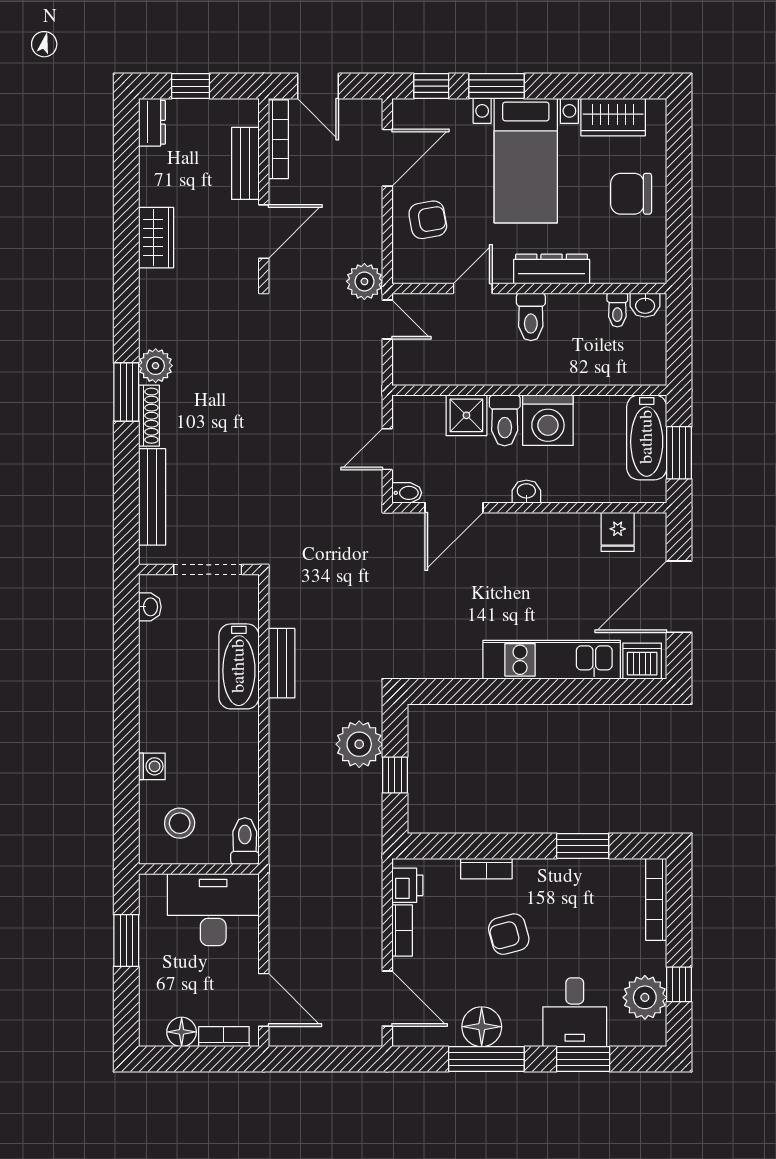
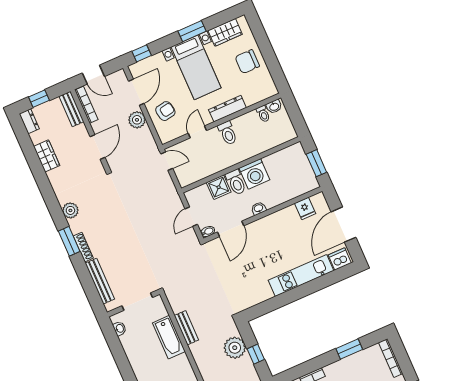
window: (496, 86) -> (192, 31), moved
bench: (245, 163) -> (71, 109), moved
wardrobe: (156, 238) -> (47, 156), moved
plant: (364, 281) -> (137, 120), moved
plant: (156, 366) -> (70, 210), moved
bathtub: (647, 437) -> (300, 163), removed

